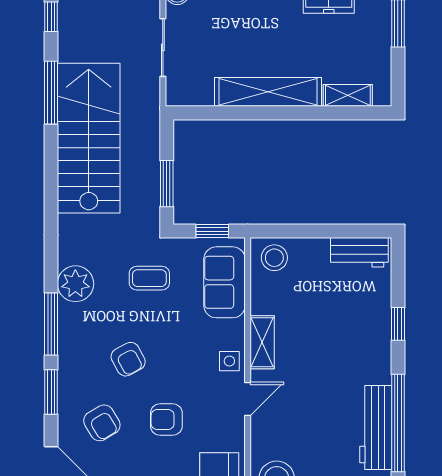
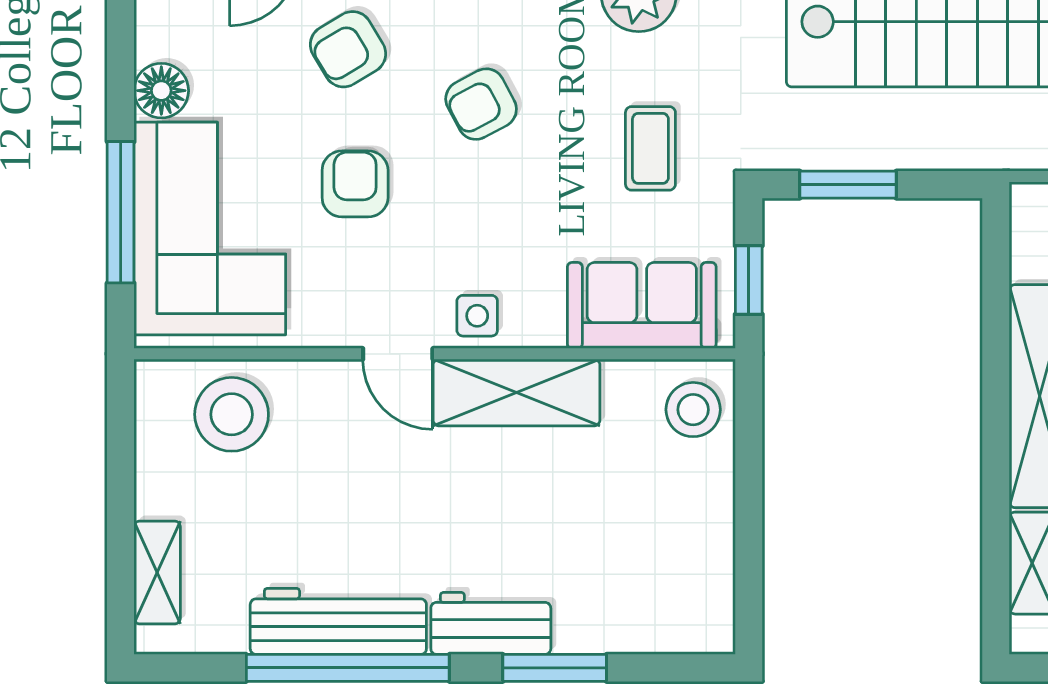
workbench: (359, 252) -> (491, 623), moved, turned 90
window: (398, 324) -> (555, 668), width x1.50
shelving: (262, 342) -> (516, 392), width x1.50, depth x1.33

